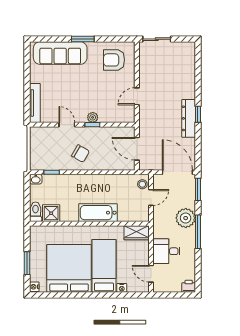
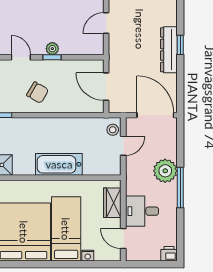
window: (198, 189) -> (180, 136), removed
wardrobe: (136, 233) -> (112, 203), moved, turned 90

